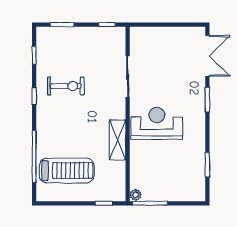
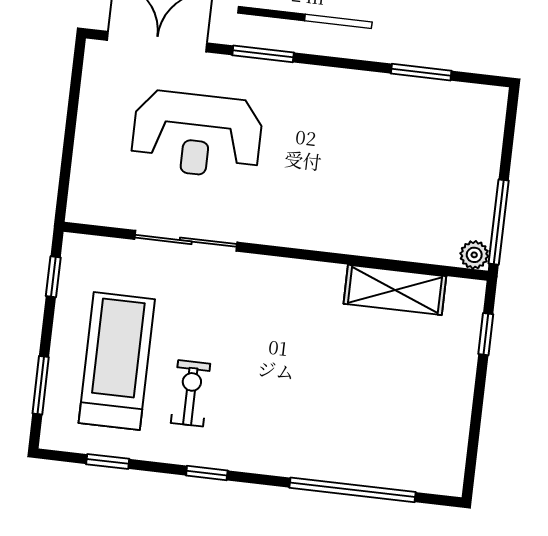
exercise bike: (66, 86) -> (191, 393), width x0.73, depth x0.72
reception desk: (157, 123) -> (197, 134), moved, turned -90
shelving: (117, 140) -> (395, 290), moved
treadmill: (67, 171) -> (117, 361), moved

